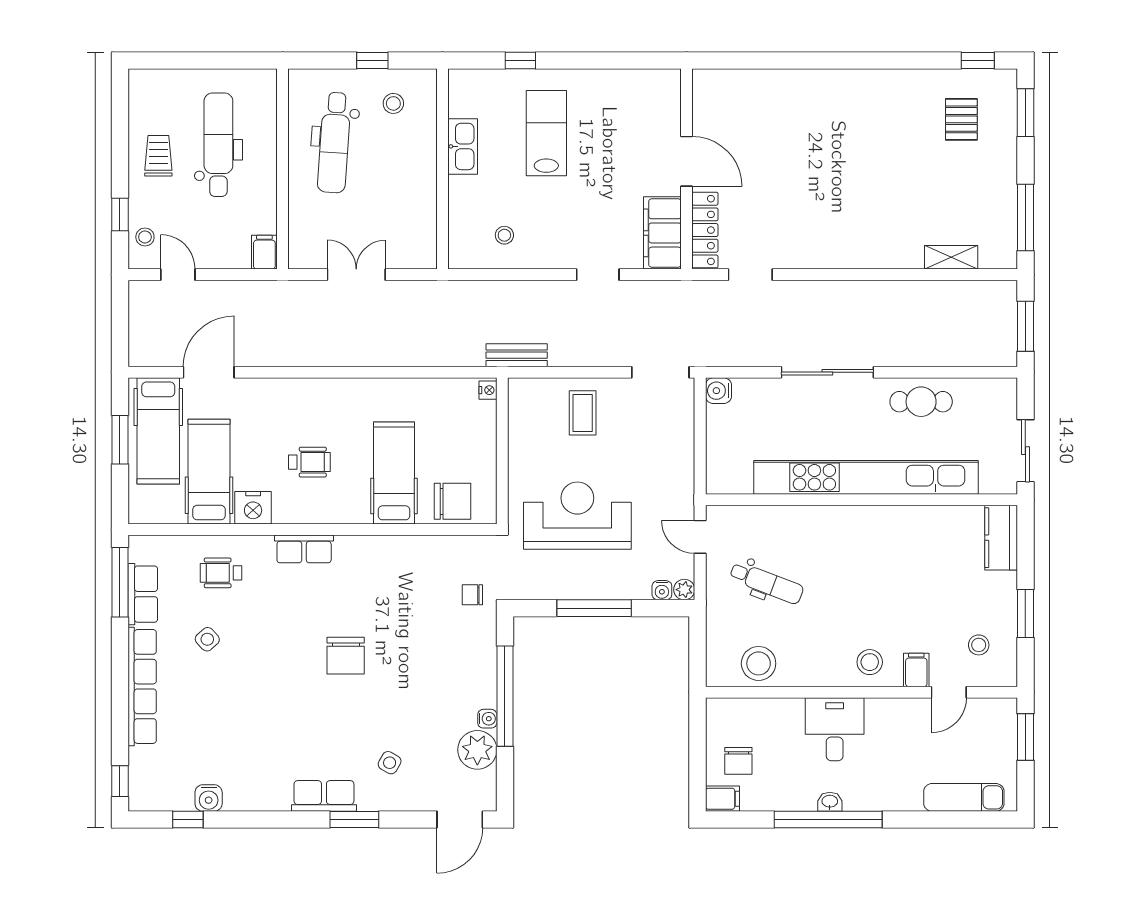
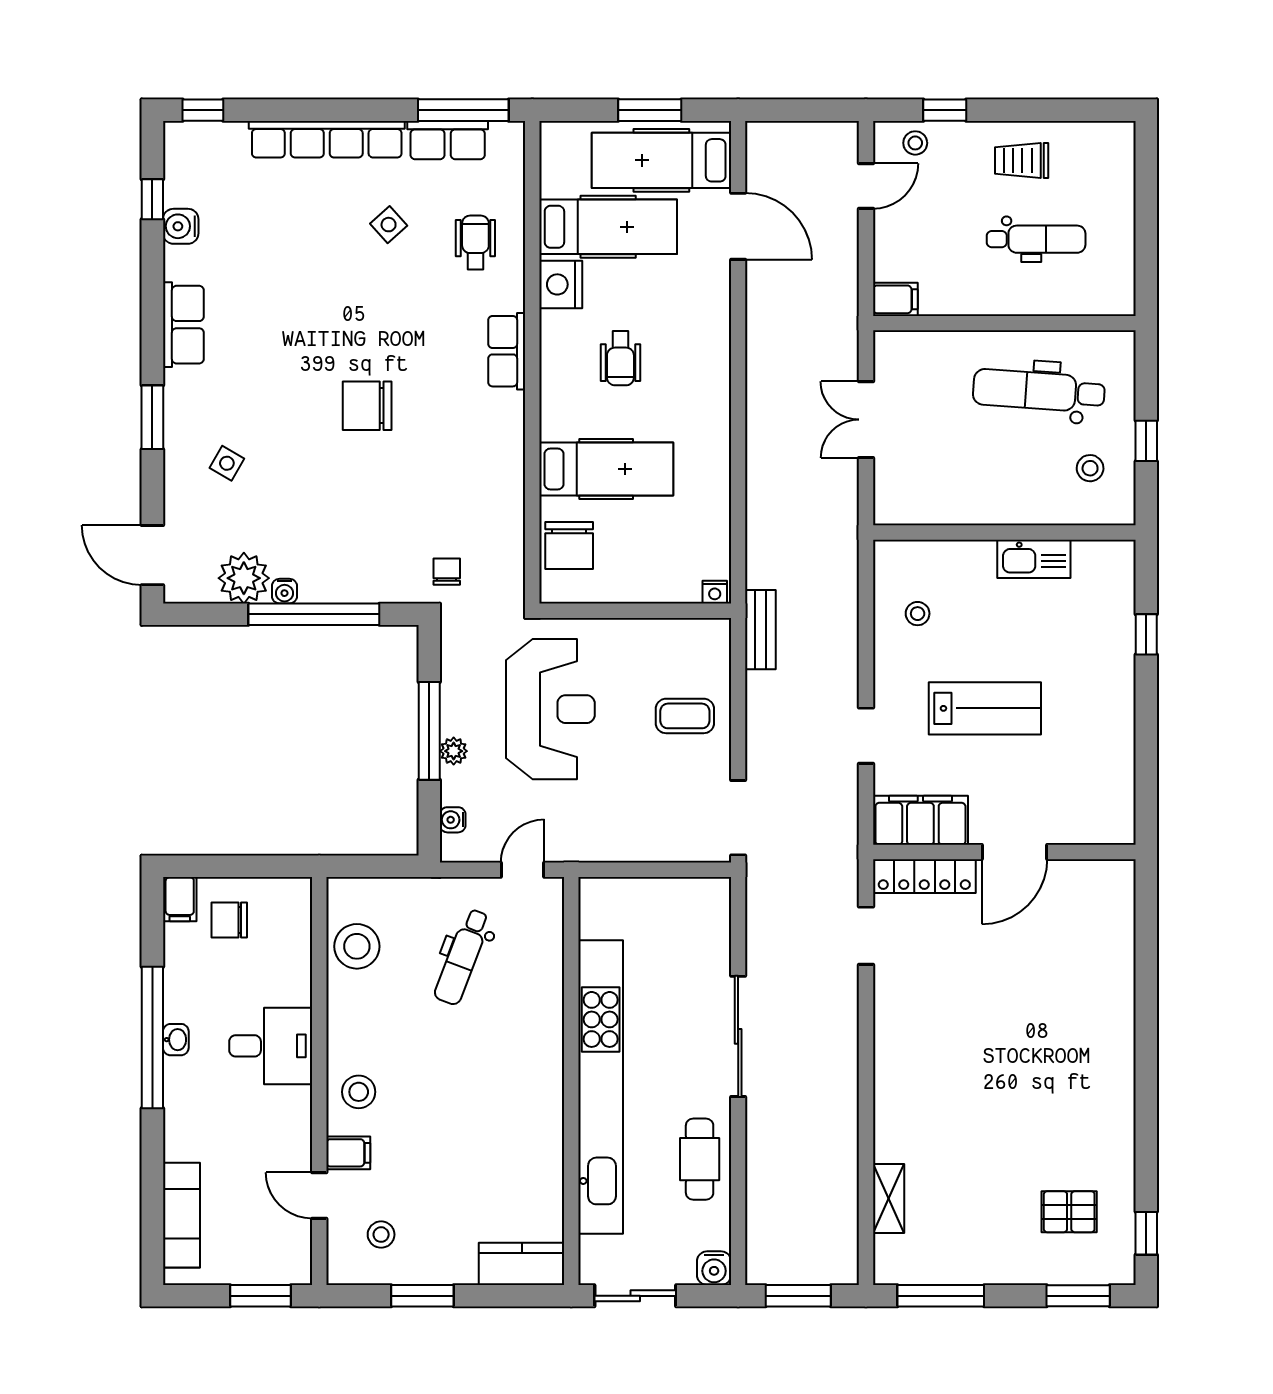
lab bench: (546, 133) -> (985, 708), moved
dental chair: (218, 145) -> (1036, 239), width x0.73, depth x0.72
trolley: (158, 156) -> (1022, 160), turned 180
double door: (356, 275) -> (866, 420), swing flipped
water cooler: (718, 391) -> (714, 1268), moved, turned 180
plant: (684, 590) -> (454, 751), moved
row of seats: (324, 796) -> (183, 325), moved

